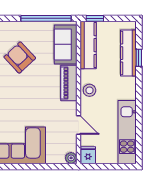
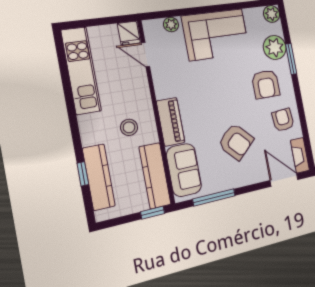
window: (46, 18) -> (214, 197), width x0.68
stool: (89, 90) -> (129, 127), moved
door: (79, 125) -> (145, 55), moved
plant: (71, 158) -> (171, 24), moved

